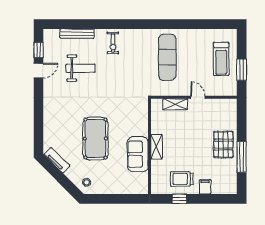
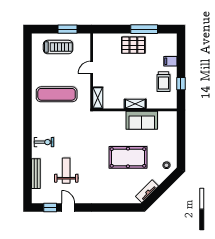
shelving: (175, 104) -> (98, 98), moved

